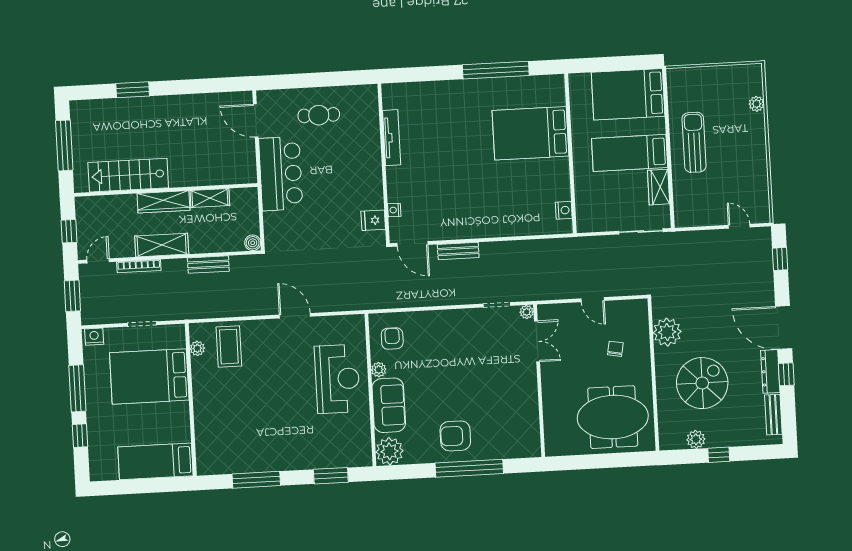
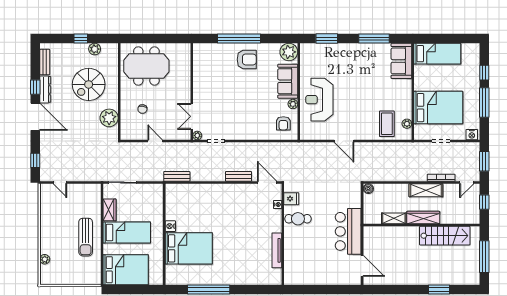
cafe table: (319, 115) -> (298, 219), moved
nightstand: (564, 210) -> (170, 226), moved
bench: (208, 265) -> (177, 176), moved
sofa: (211, 447) -> (401, 61), added

